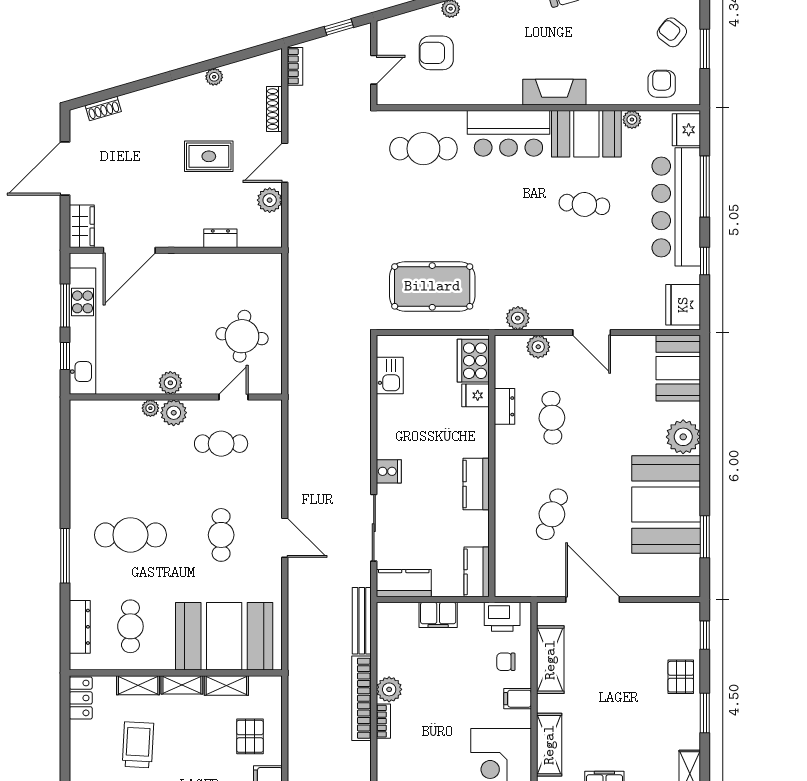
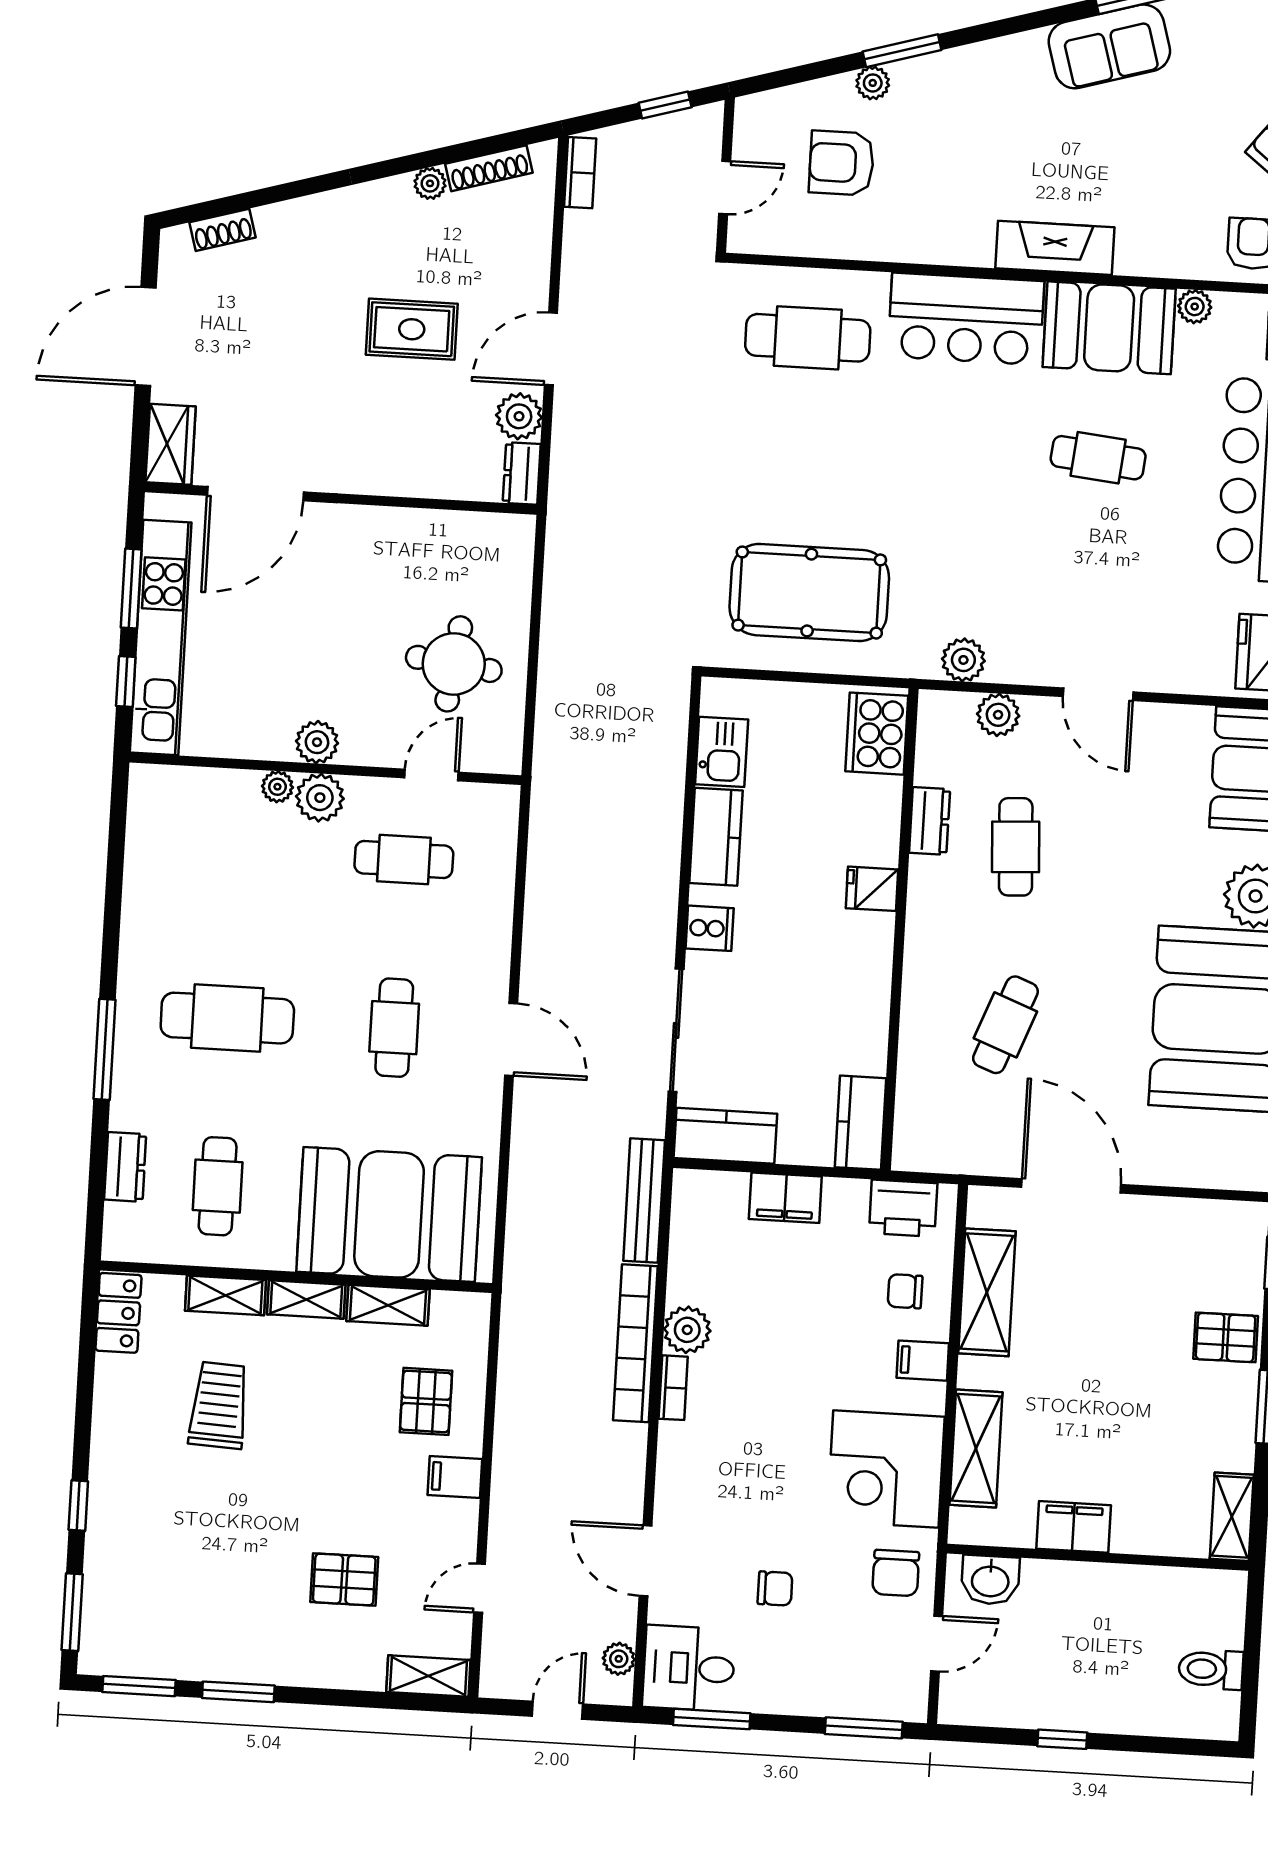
shoe rack: (274, 109) -> (489, 168), moved, turned -106
dresser: (220, 238) -> (522, 473), moved, turned -90
fridge: (475, 395) -> (872, 889), moved
kitchen counter: (476, 484) -> (716, 837), moved, turned 180
dresser: (80, 627) -> (125, 1167), width x0.70
pallet: (681, 677) -> (1226, 1337), turned 90

